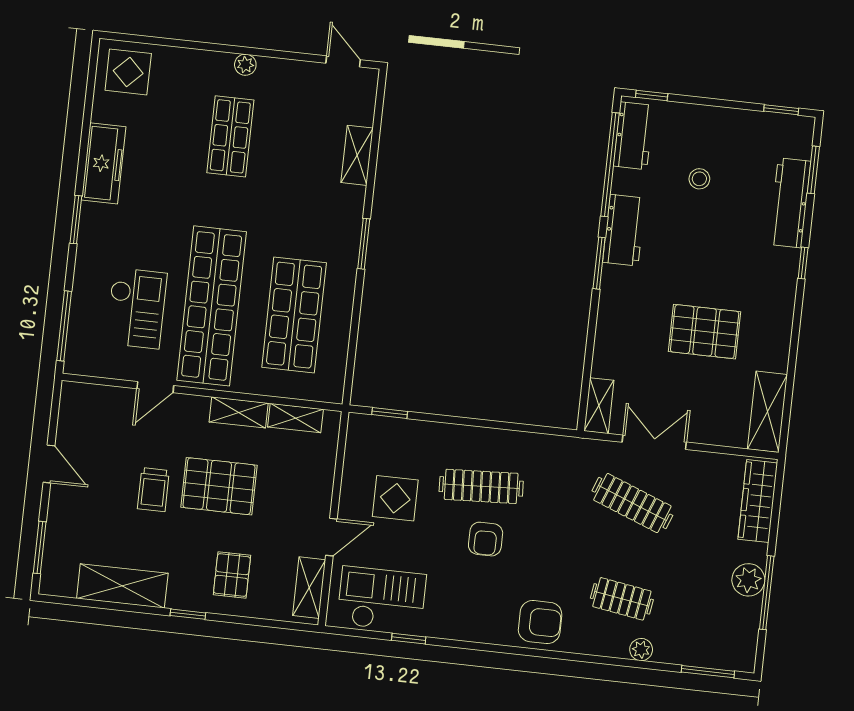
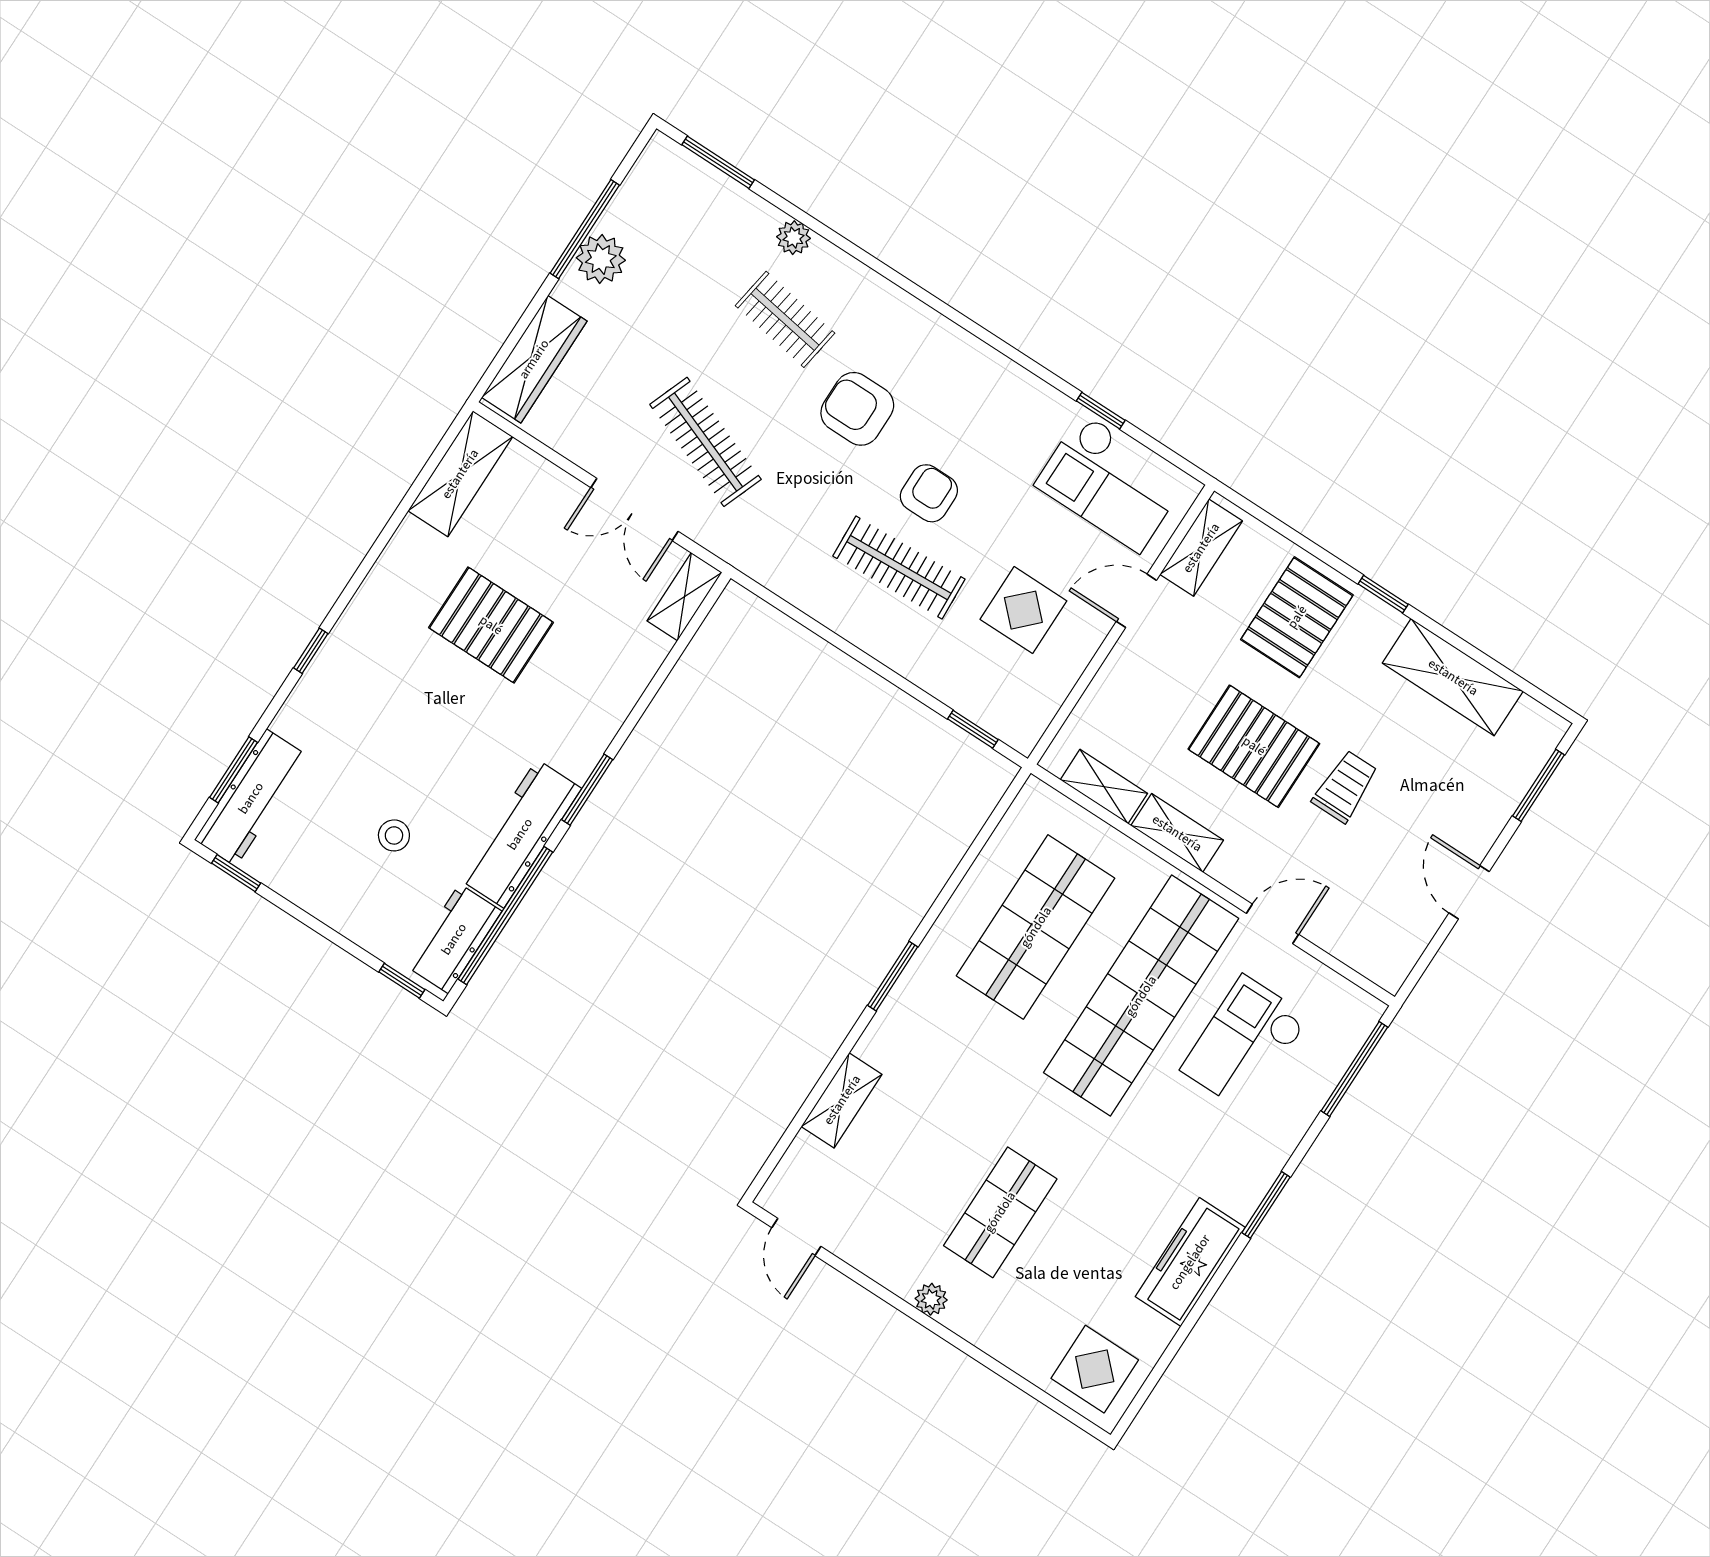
workbench: (790, 203) -> (251, 798), moved
workbench: (624, 230) -> (520, 834), width x1.38
pallet: (232, 575) -> (1297, 617), width x1.50, depth x1.42
armchair: (540, 622) -> (857, 409), moved

